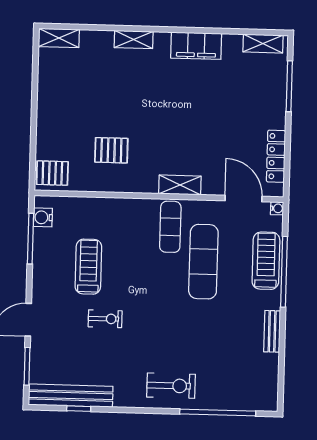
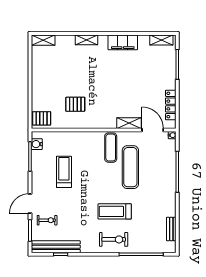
shelving: (180, 185) -> (129, 123), moved
treadmill: (266, 261) -> (115, 211), moved, turned -90
exercise bike: (105, 319) -> (47, 220), moved
bench: (272, 331) -> (171, 229), moved

